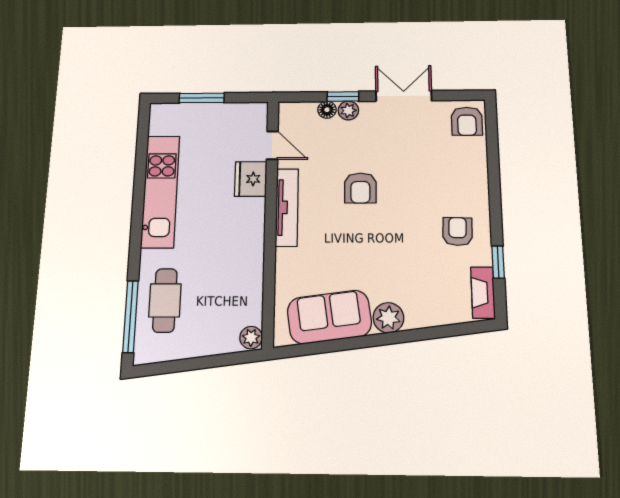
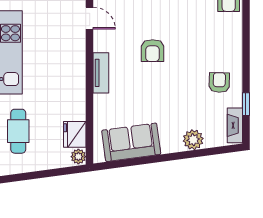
fridge: (251, 179) -> (75, 134), moved
tv unit: (287, 207) -> (101, 73), width x0.71
plant: (388, 318) -> (193, 140), moved

